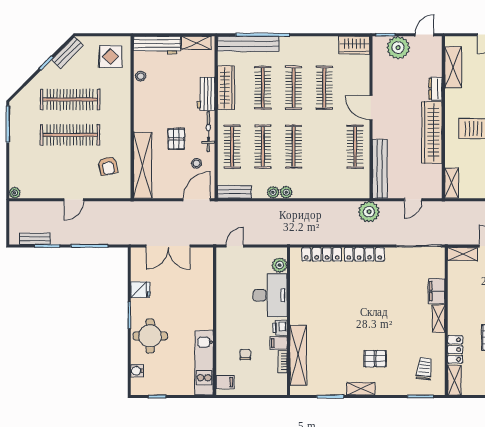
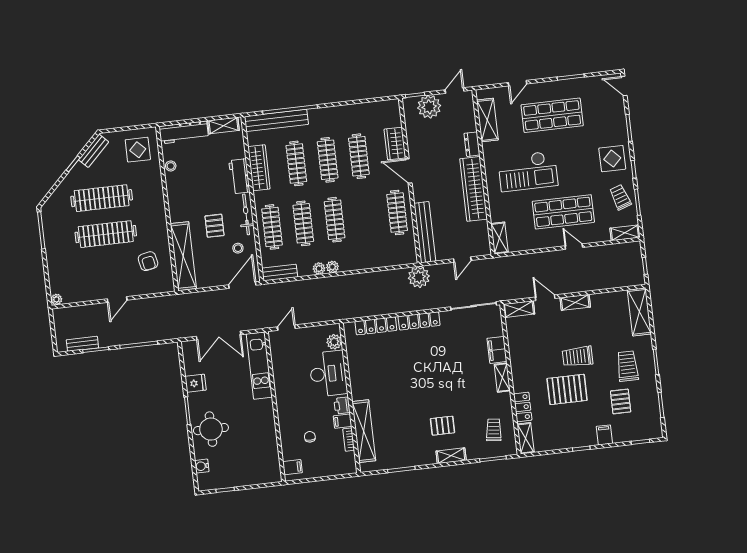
wardrobe: (354, 45) -> (395, 144), moved, turned 90
kitchen unit: (204, 363) -> (259, 366), moved
shelving: (361, 389) -> (451, 456), moved

